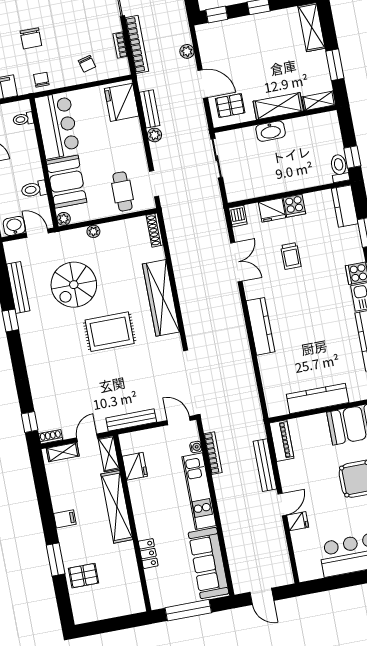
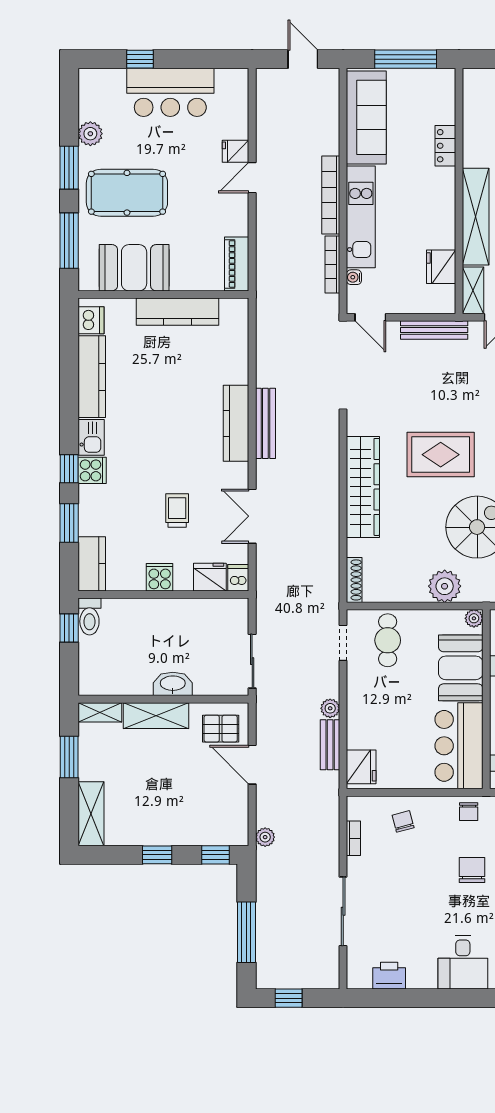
bookcase: (137, 44) -> (331, 195), moved
plant: (187, 51) -> (265, 837), moved
fridge: (122, 102) -> (361, 767), width x0.73, depth x0.75
fridge: (272, 210) -> (210, 577), moved
plant: (93, 231) -> (445, 586), width x1.87, depth x1.87
bench: (265, 465) -> (265, 423), moved

